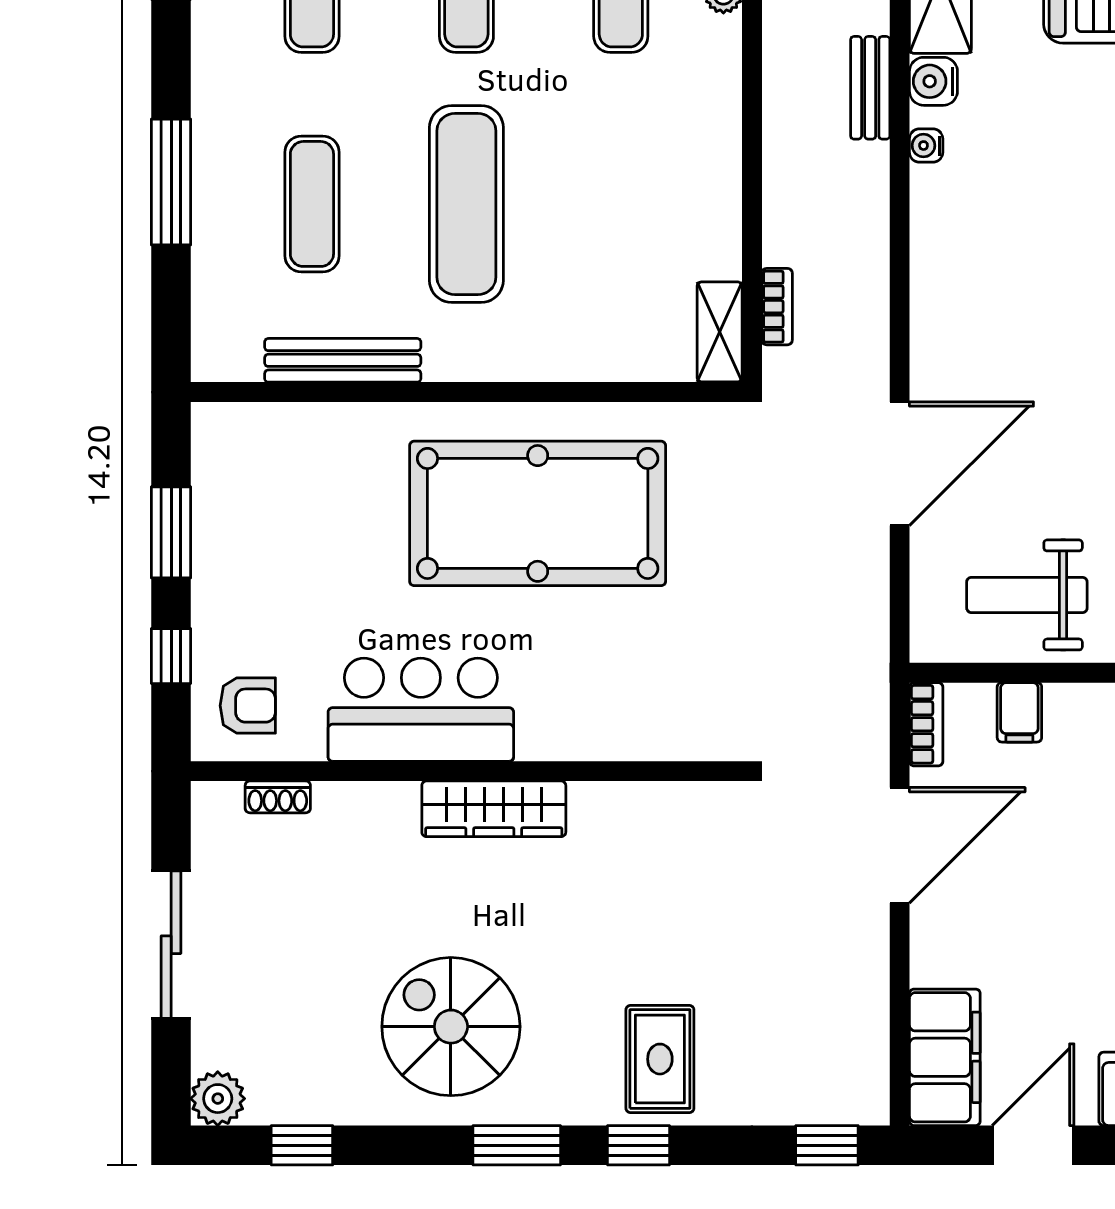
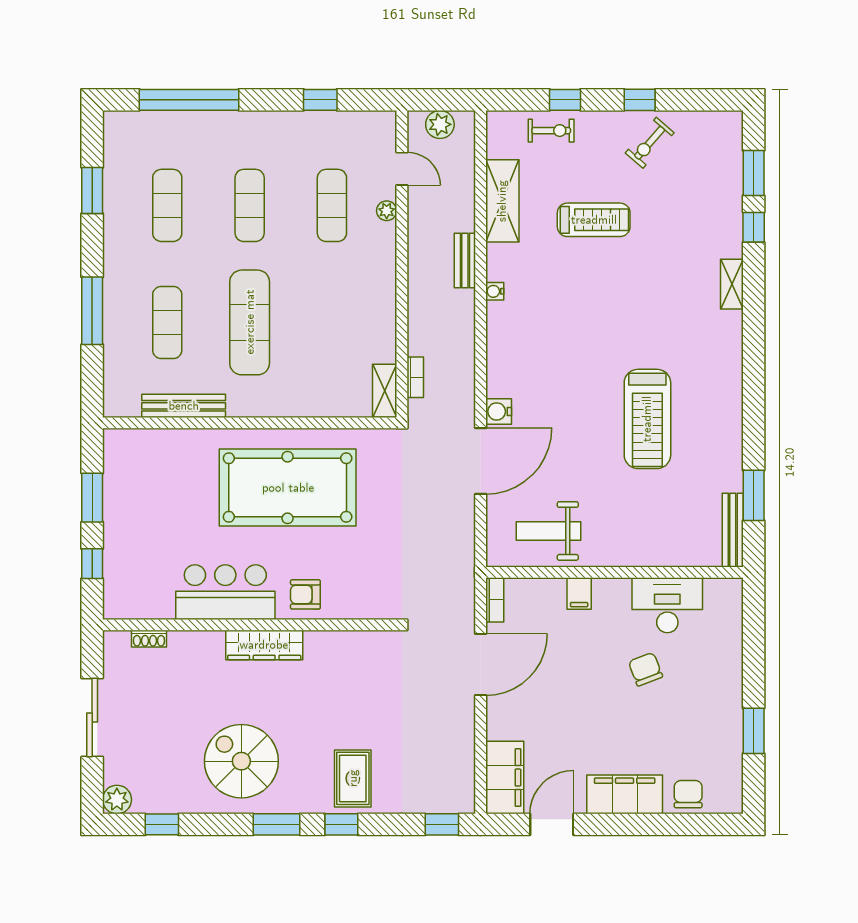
water cooler: (933, 81) -> (499, 411), moved
armchair: (248, 706) -> (305, 594), moved, turned 180
filing cabinet: (1019, 712) -> (579, 594), moved

